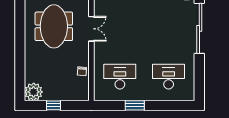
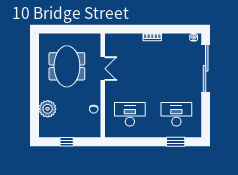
plant: (34, 92) -> (48, 109), moved
window: (135, 105) -> (176, 142), moved

